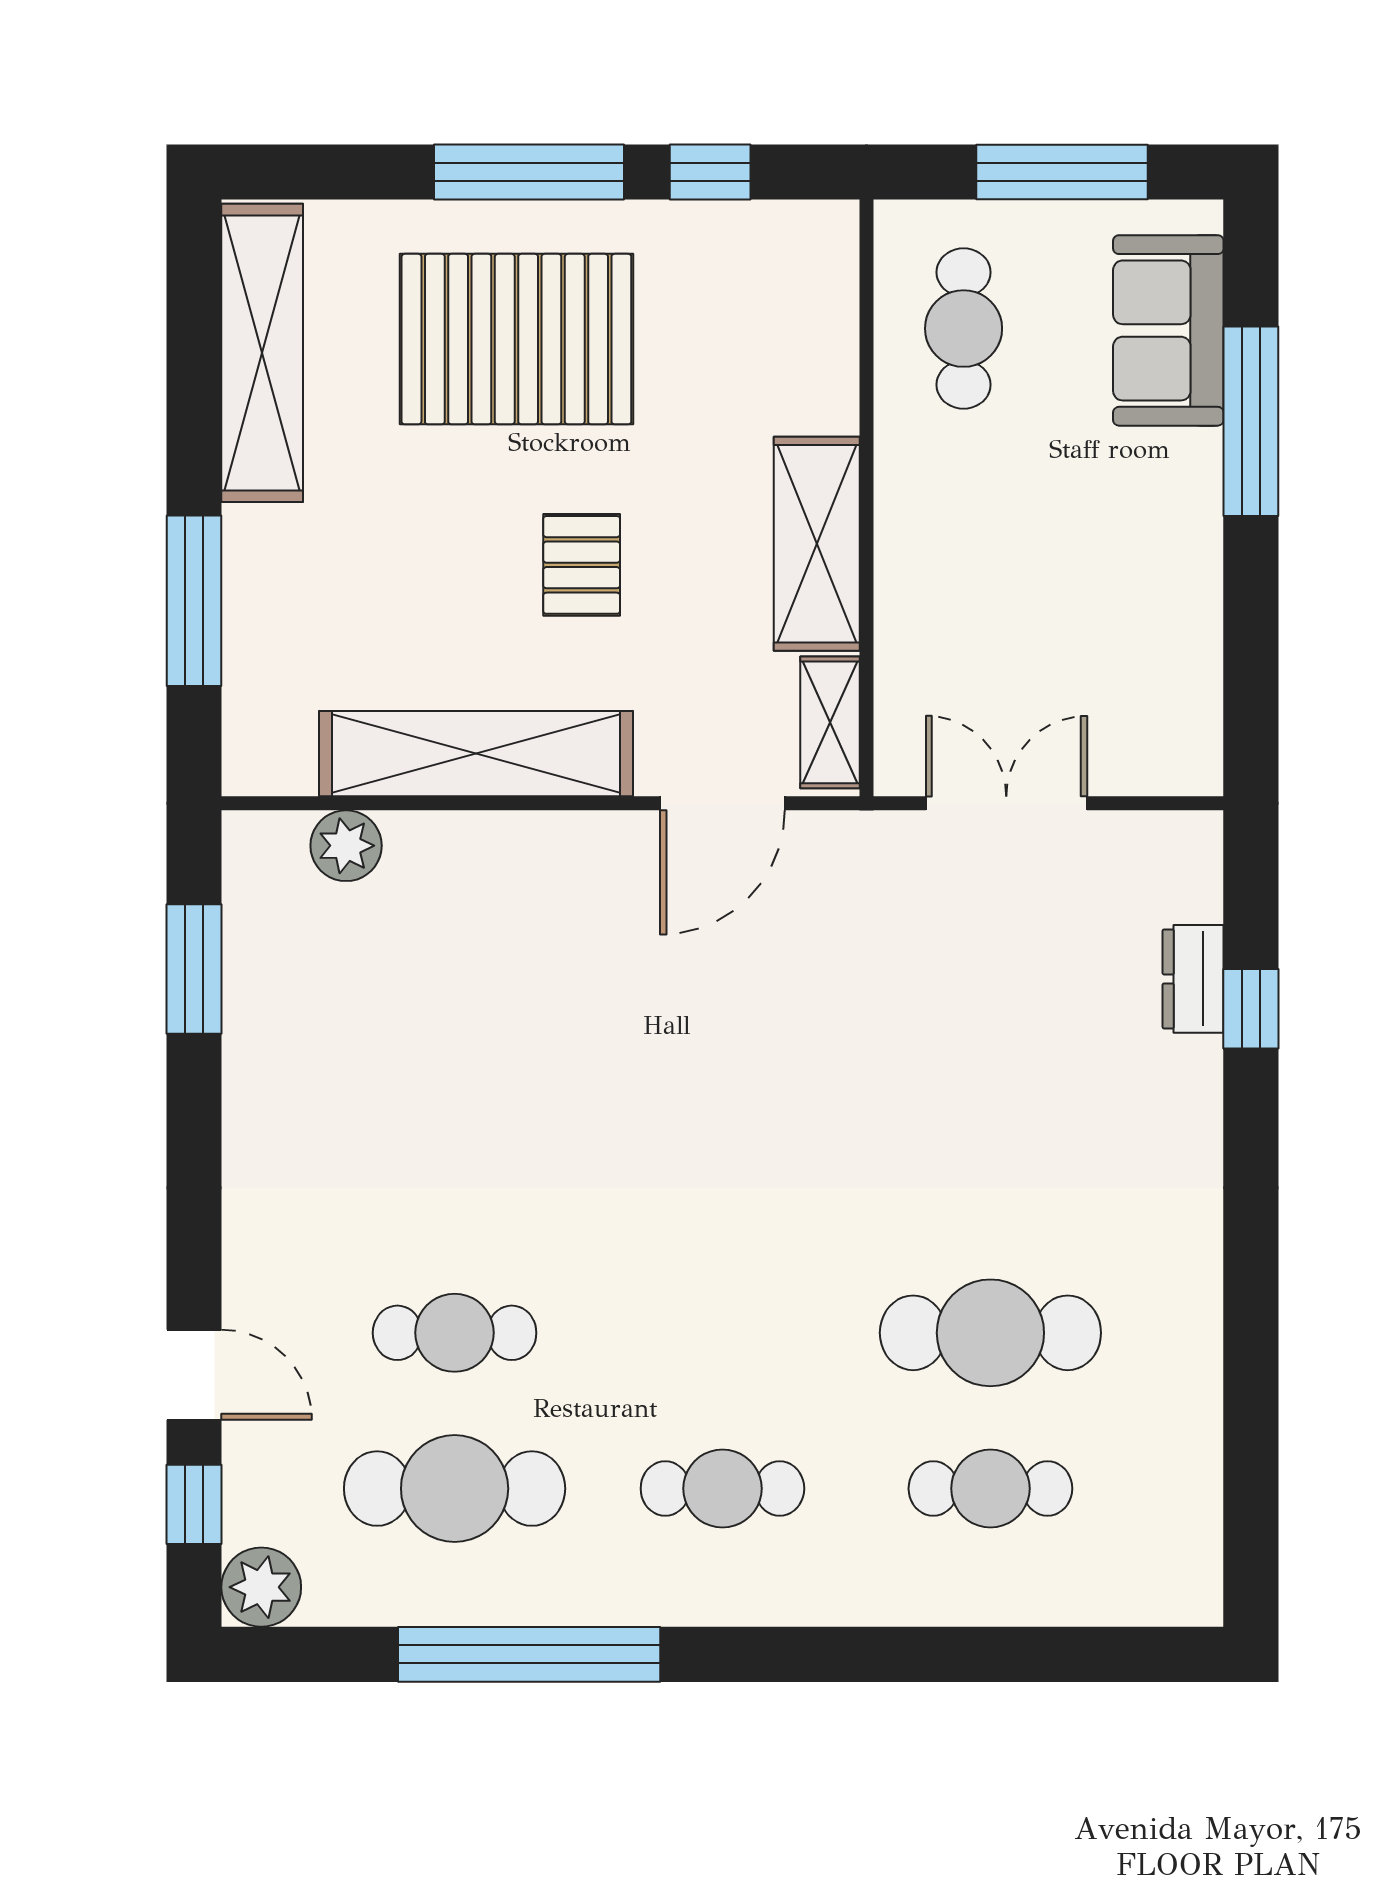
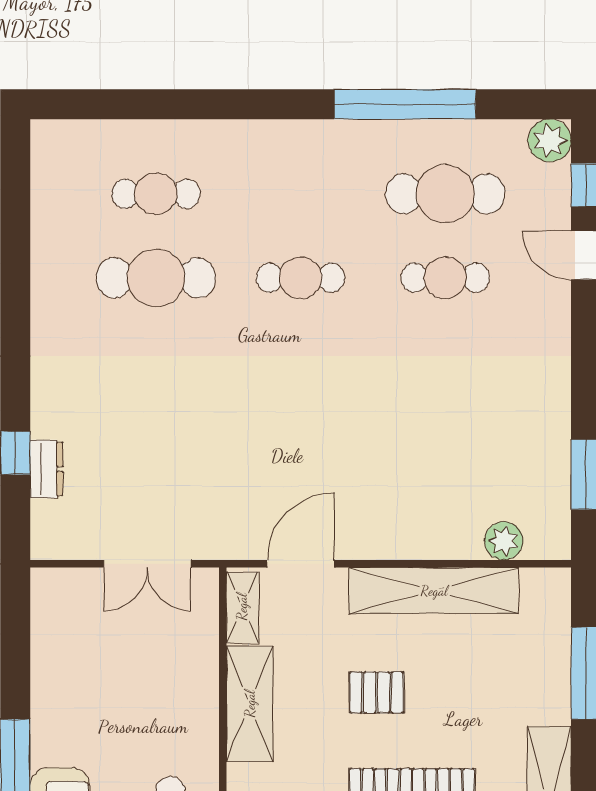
pallet: (582, 565) -> (377, 693), turned 90
cafe table: (722, 1489) -> (301, 278), moved

